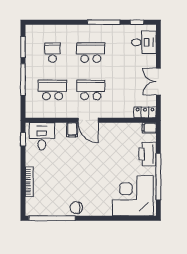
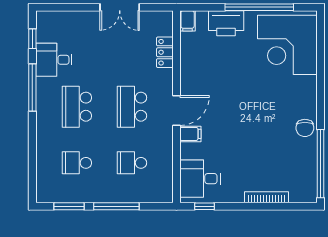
desk: (144, 42) -> (54, 60), moved, turned -90
school desk: (53, 90) -> (132, 163), width x0.54
locker: (145, 112) -> (165, 52), moved

